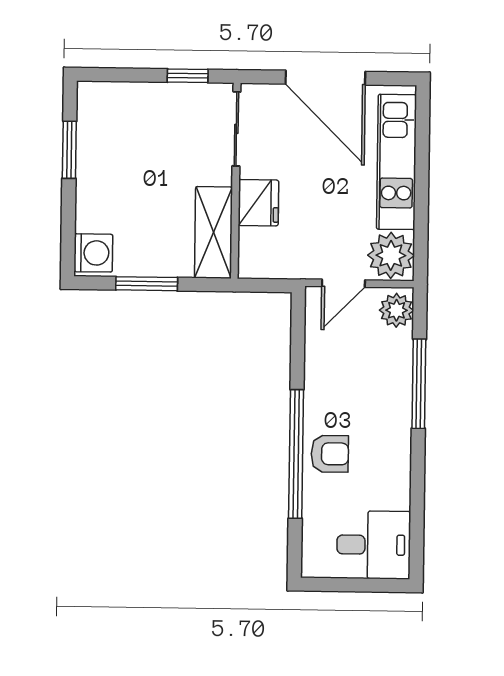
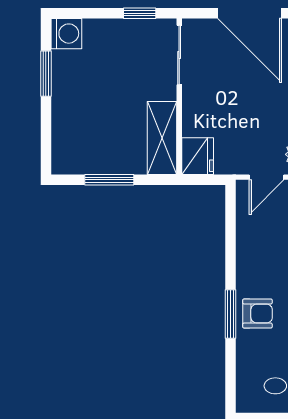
fridge: (258, 203) -> (198, 156), moved
washing machine: (93, 253) -> (66, 34), moved
window: (296, 454) -> (230, 314), width x0.47

